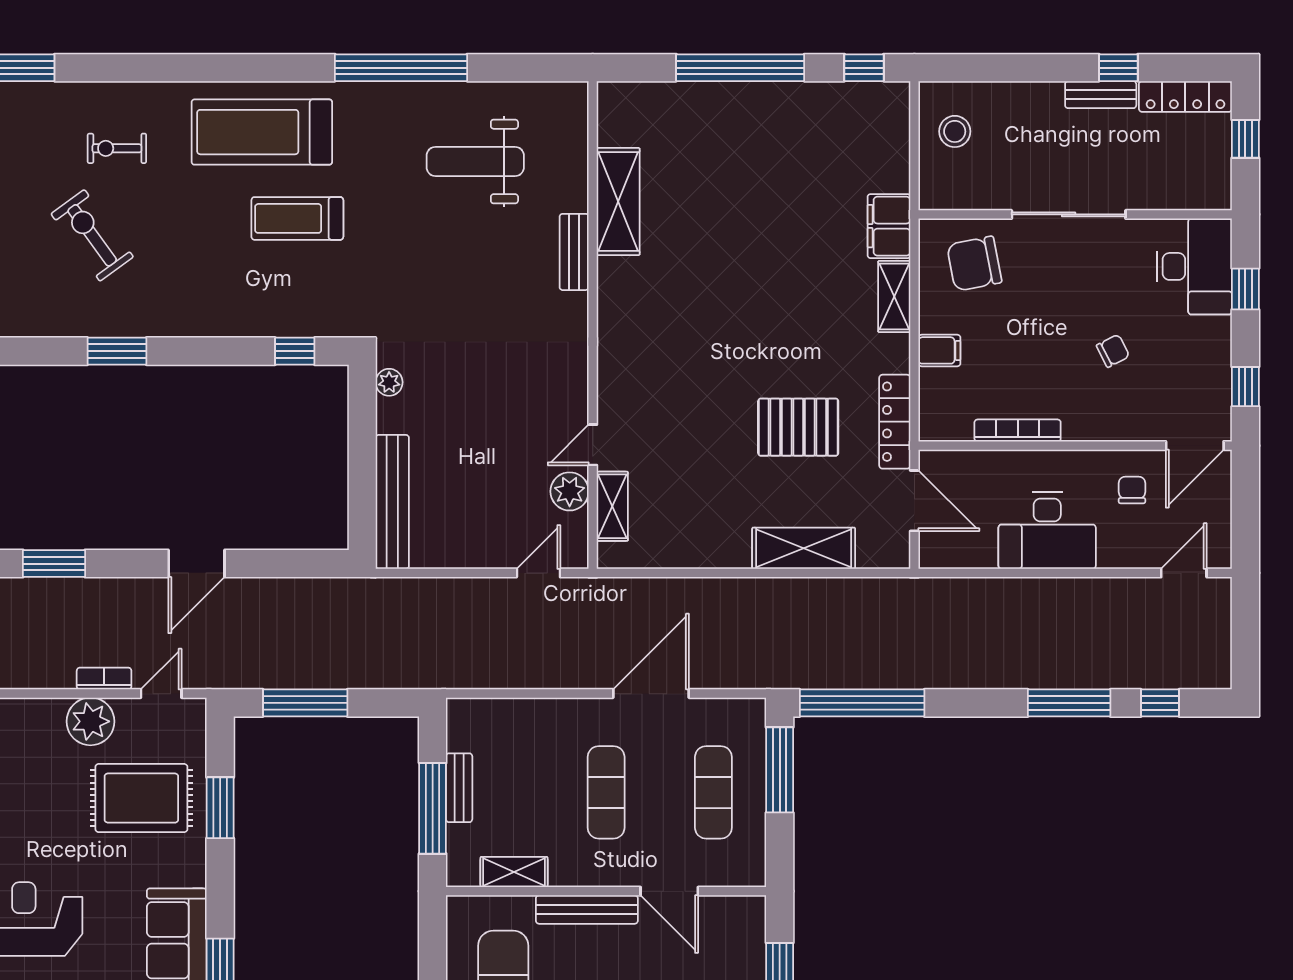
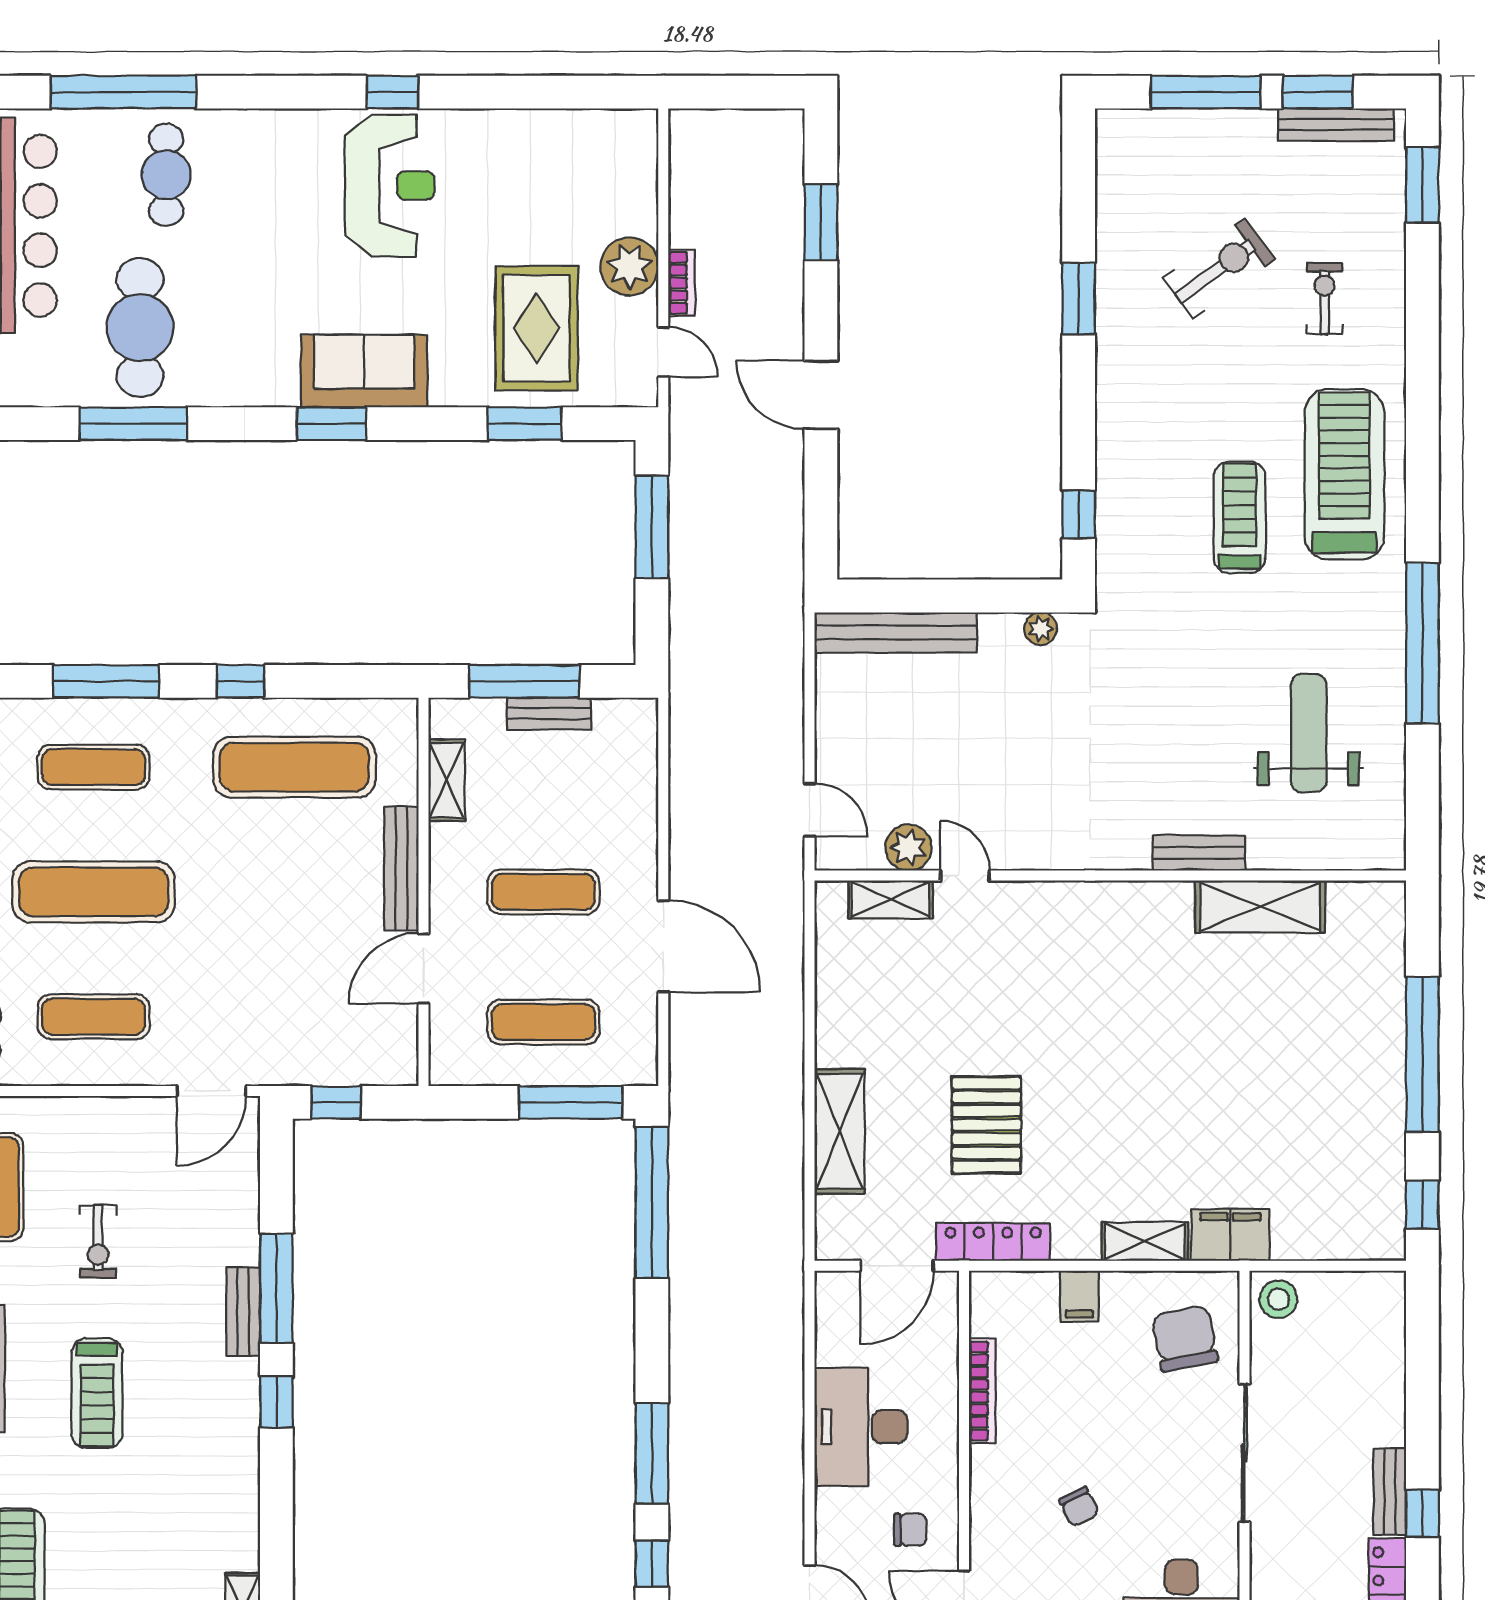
stool: (955, 131) -> (1279, 1299), moved

